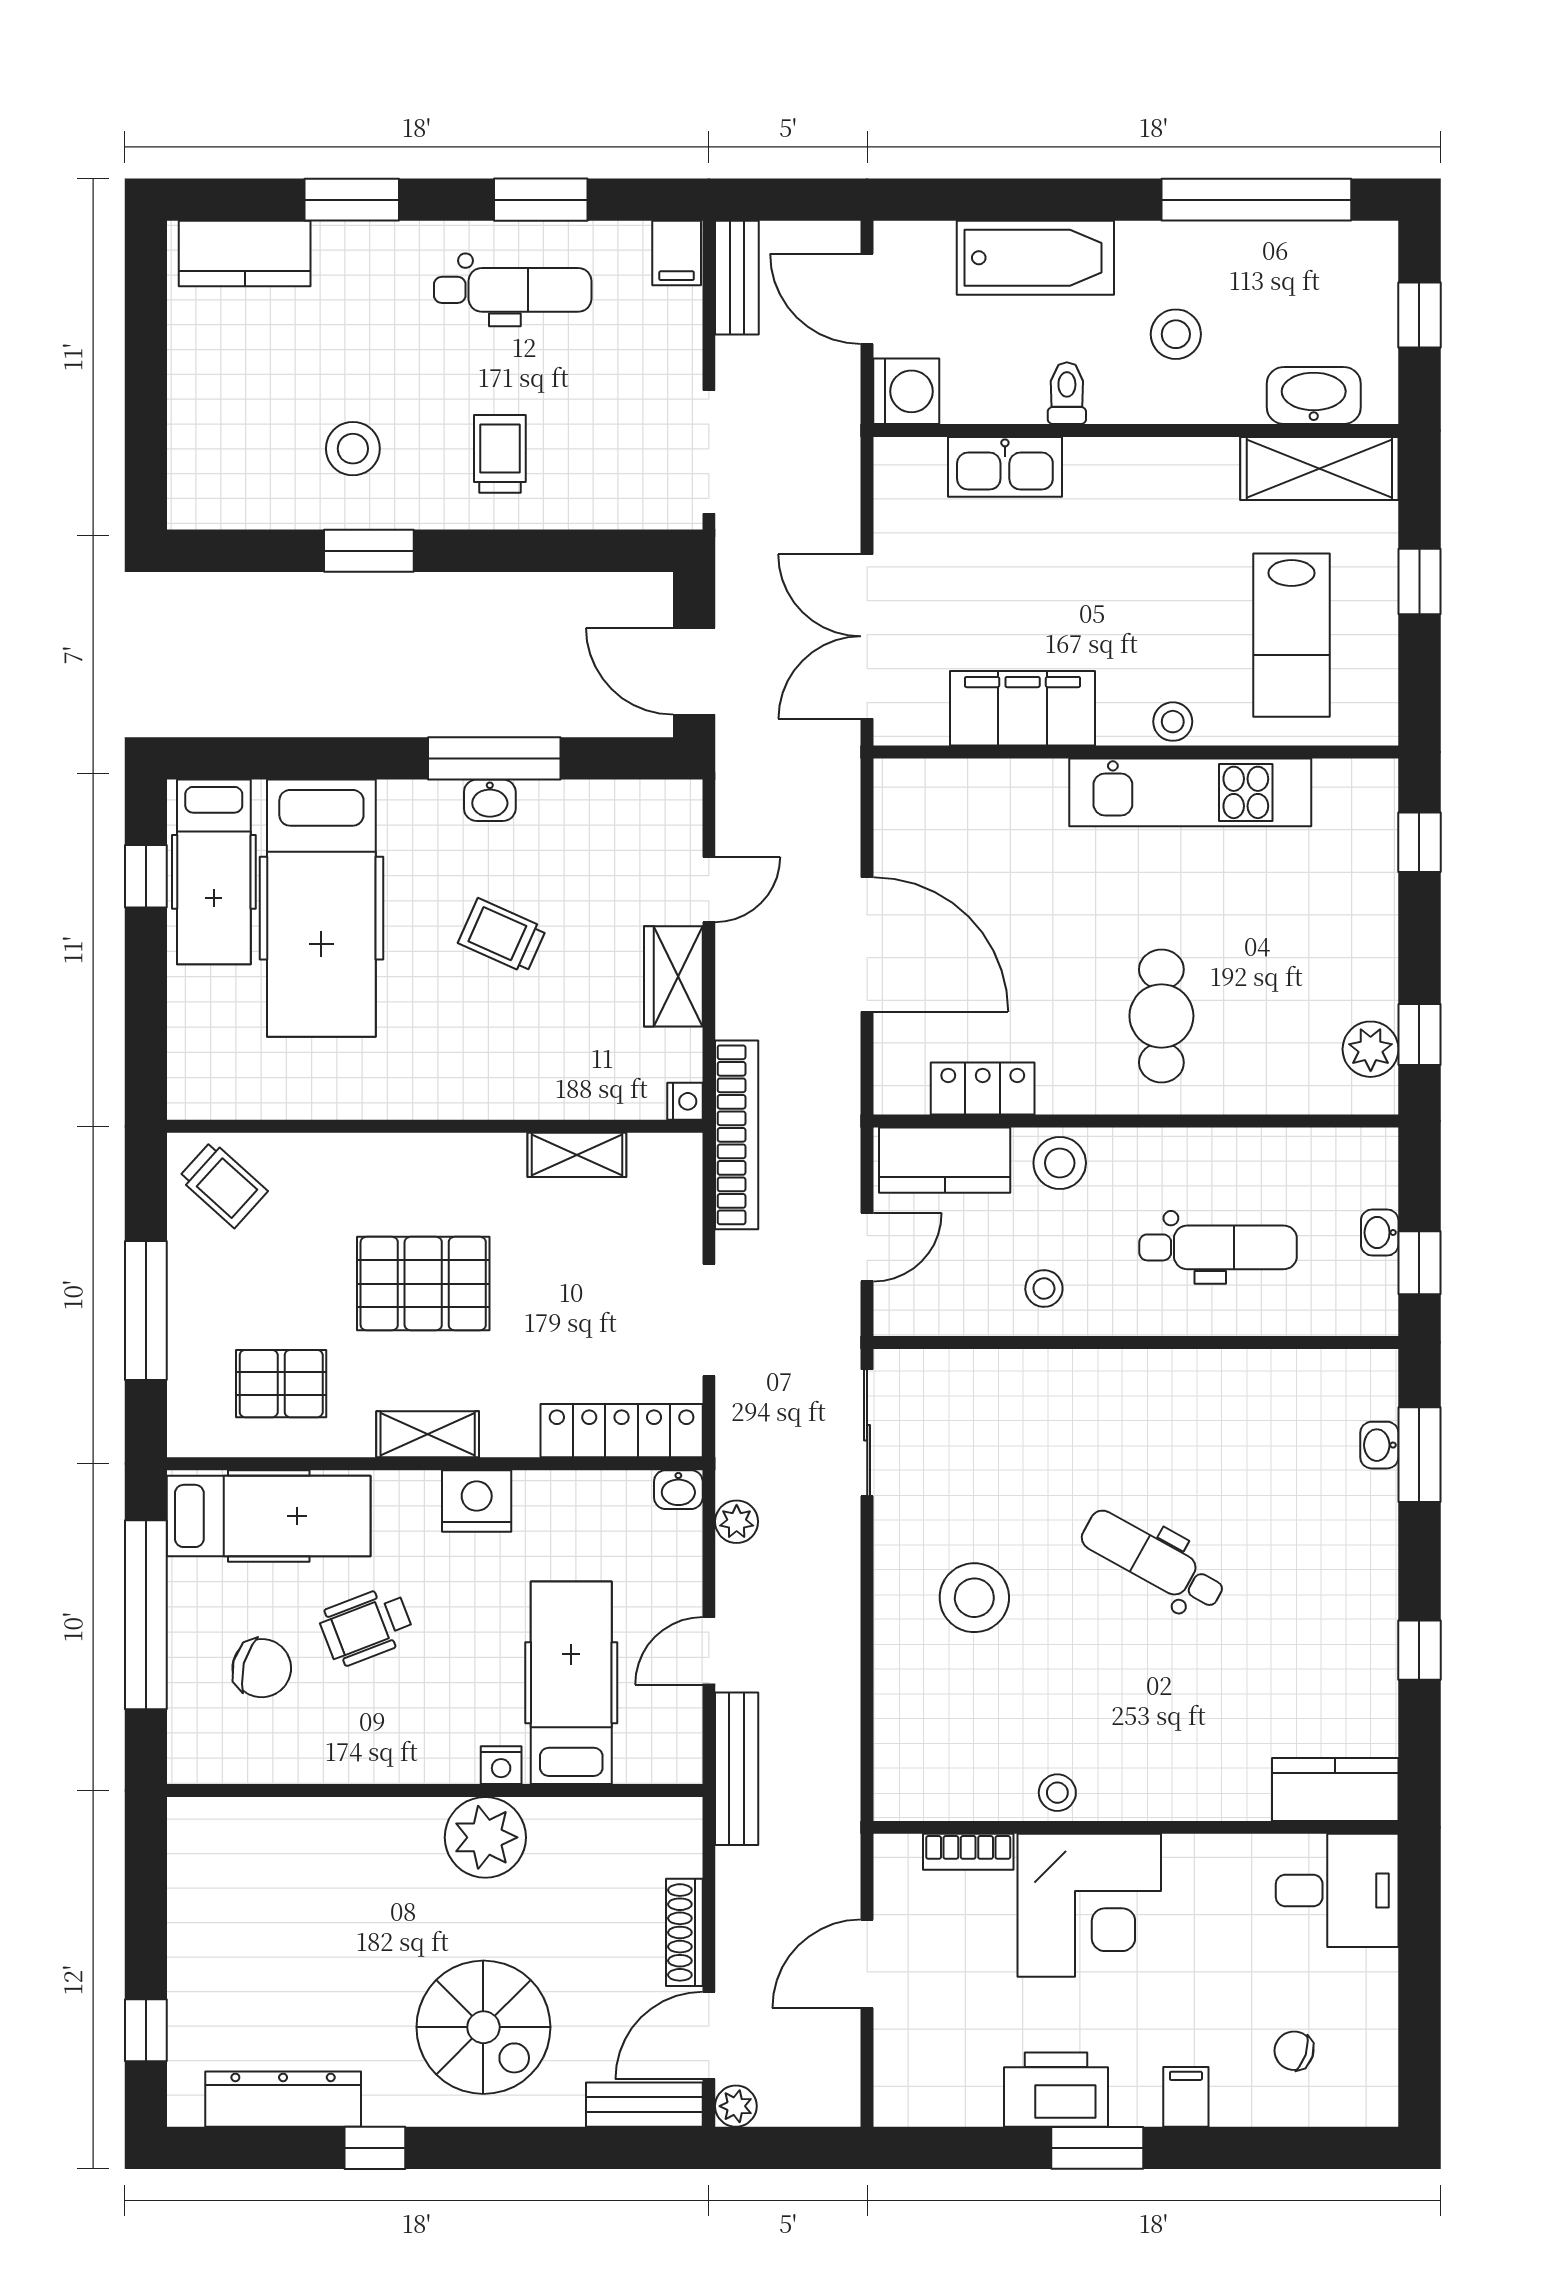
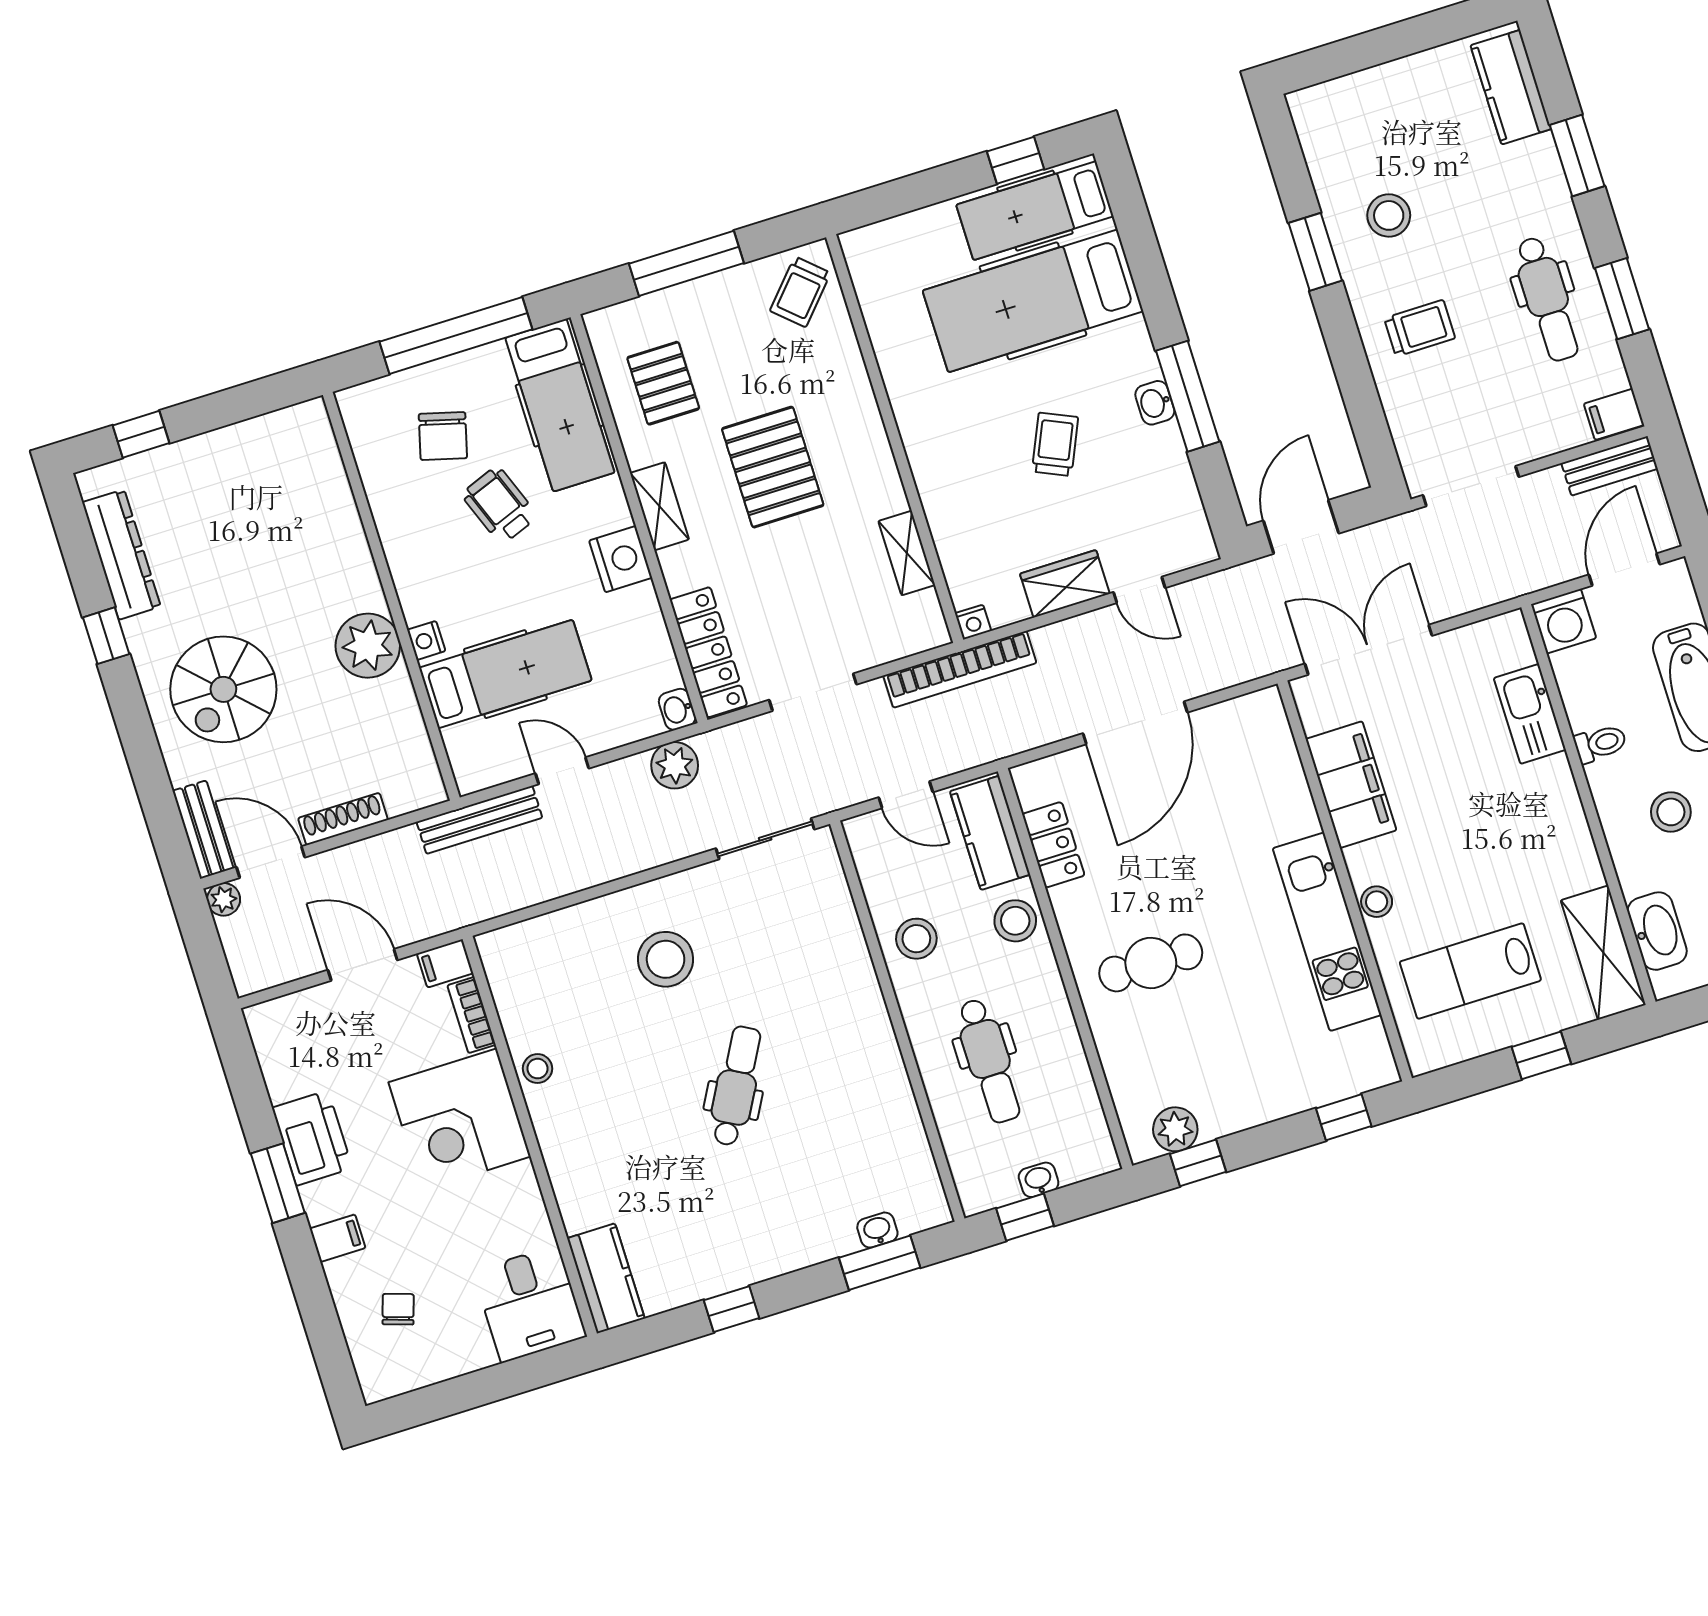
stool: (1044, 1289) -> (916, 939), width x1.37, depth x1.37
plant: (737, 1522) -> (675, 765), width x1.38, depth x1.38
filing cabinet: (896, 1864) -> (445, 963), added

